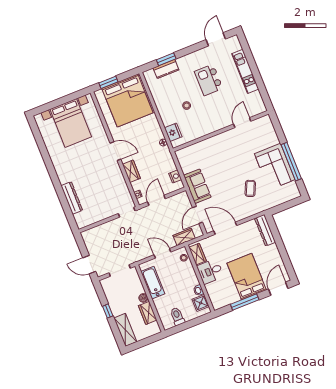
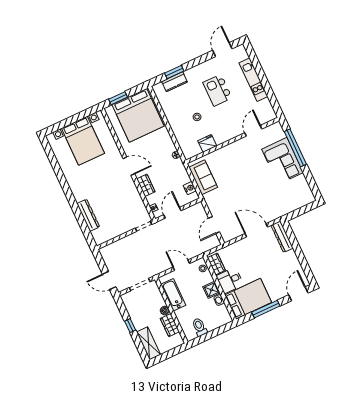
fridge: (173, 132) -> (207, 143), moved, turned -90
window: (291, 162) -> (295, 148), moved
corner sofa: (275, 167) -> (283, 161), moved
sofa: (197, 186) -> (203, 177), moved
coffee table: (250, 188) -> (265, 196), removed
door: (225, 228) -> (256, 230), moved
wardrobe: (184, 237) -> (202, 248), removed
bed: (247, 277) -> (248, 299), moved, turned 90
shower: (201, 303) -> (211, 290), moved

